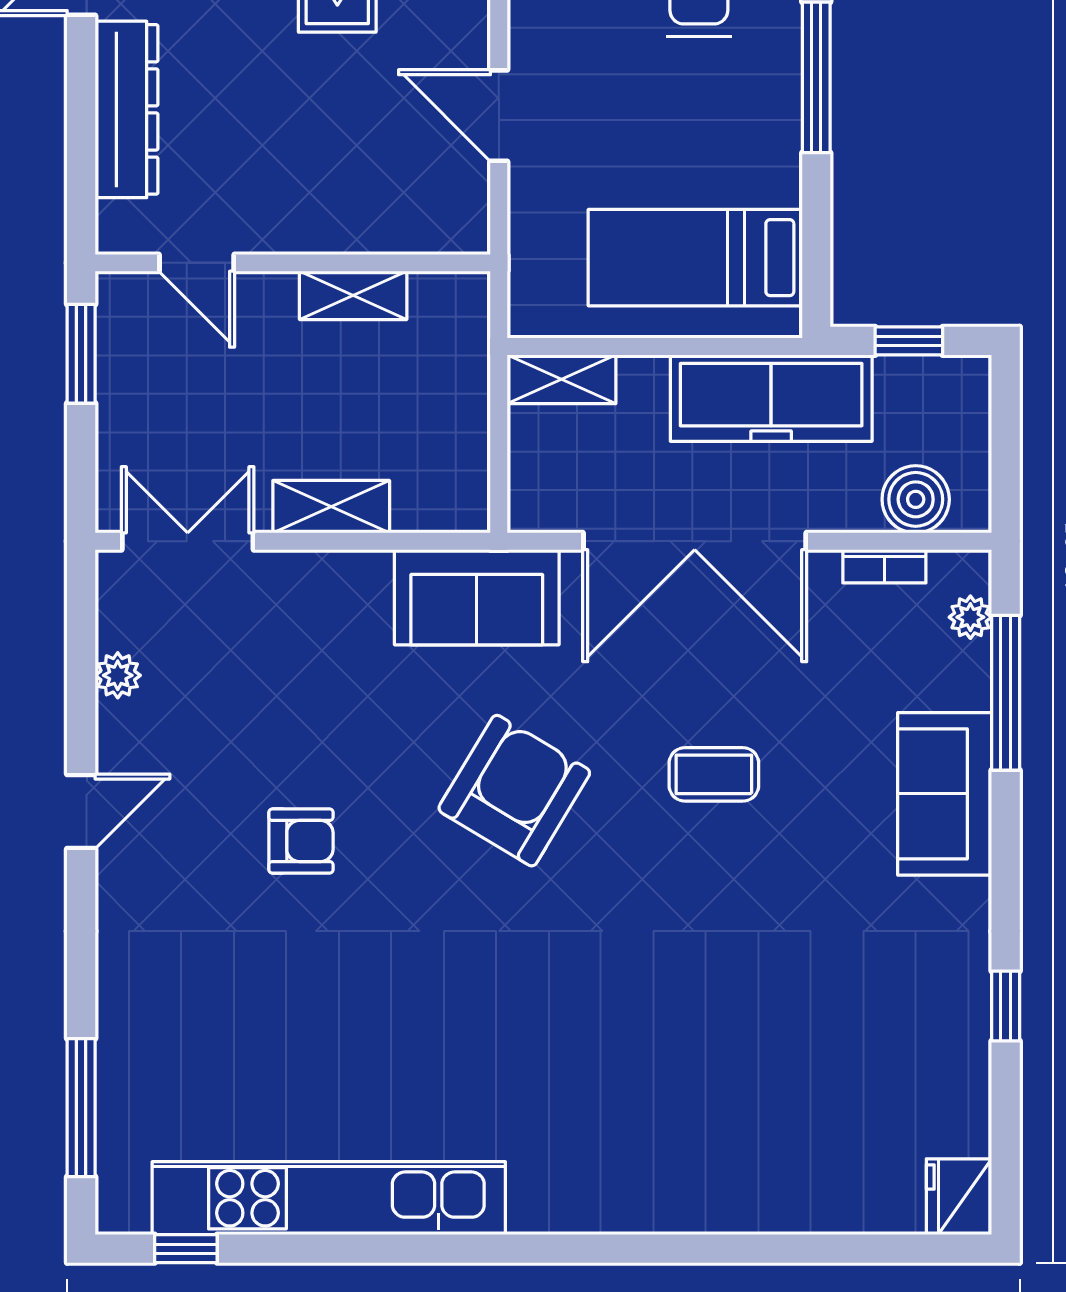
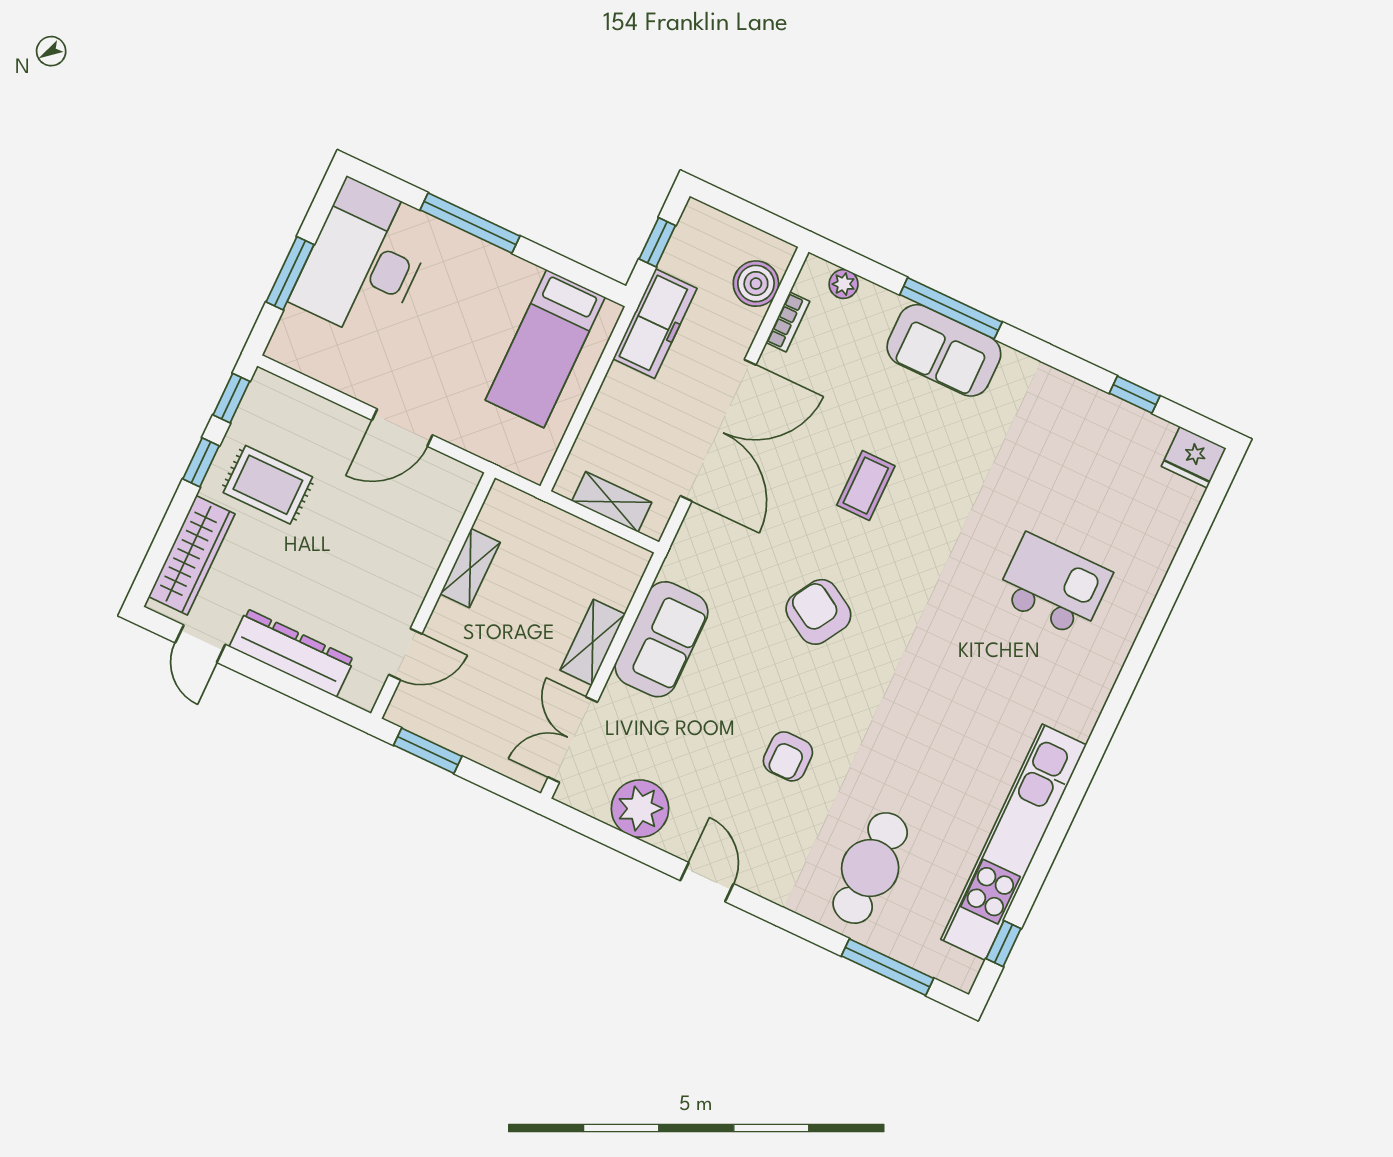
shelving: (561, 379) -> (612, 502), moved, turned 90
freezer: (771, 398) -> (655, 324), width x0.73, depth x0.79
sofa: (477, 597) -> (662, 639), moved
plant: (118, 675) -> (640, 809), width x1.87, depth x1.87
window: (1006, 693) -> (951, 308), moved
armchair: (514, 791) -> (818, 612), width x0.73, depth x0.73
armchair: (301, 841) -> (788, 756), turned 180
window: (1006, 1006) -> (1135, 395), moved
cafe table: (203, 1022) -> (870, 868), added
kitchen island: (699, 1090) -> (1054, 585), added

